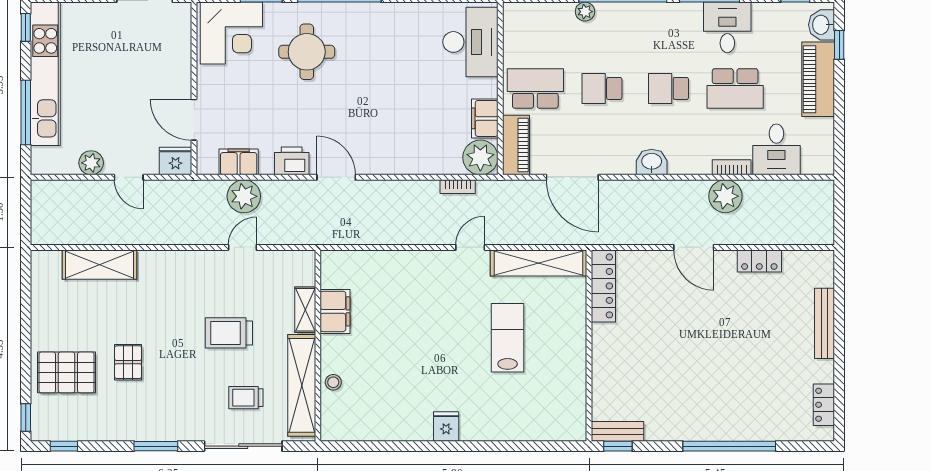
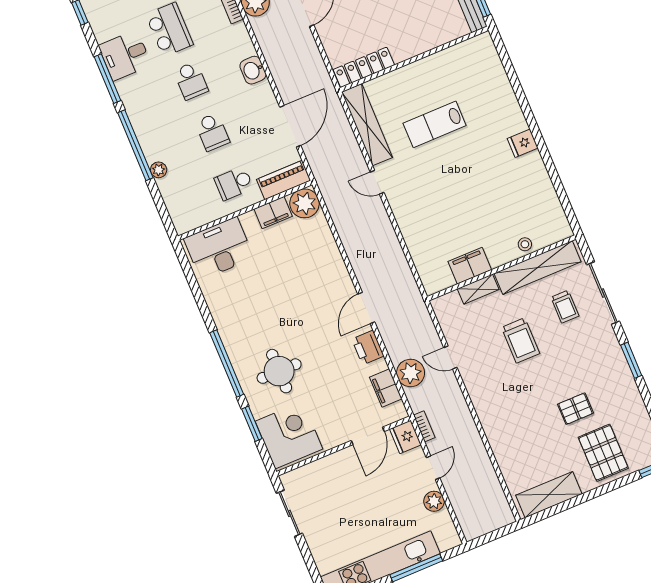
school desk: (535, 88) -> (234, 183), width x0.54
bookcase: (458, 187) -> (424, 426), moved
shelving: (99, 265) -> (549, 495), moved, turned 90

